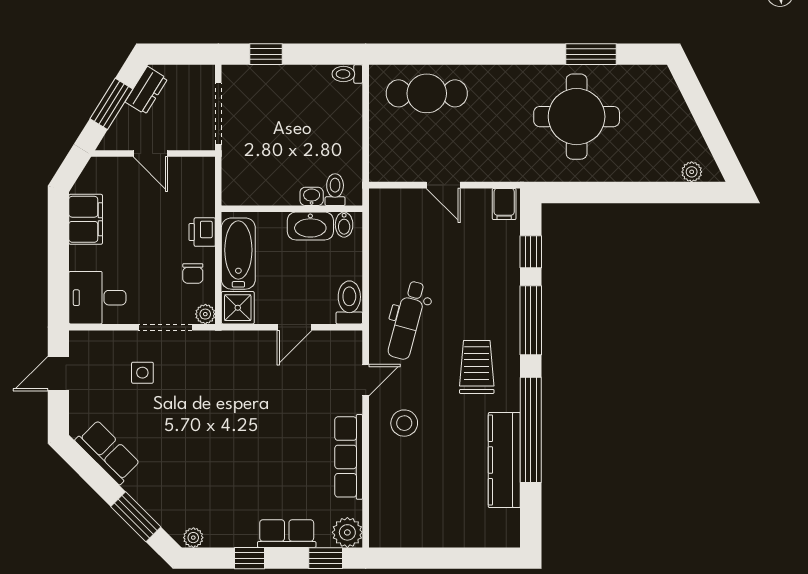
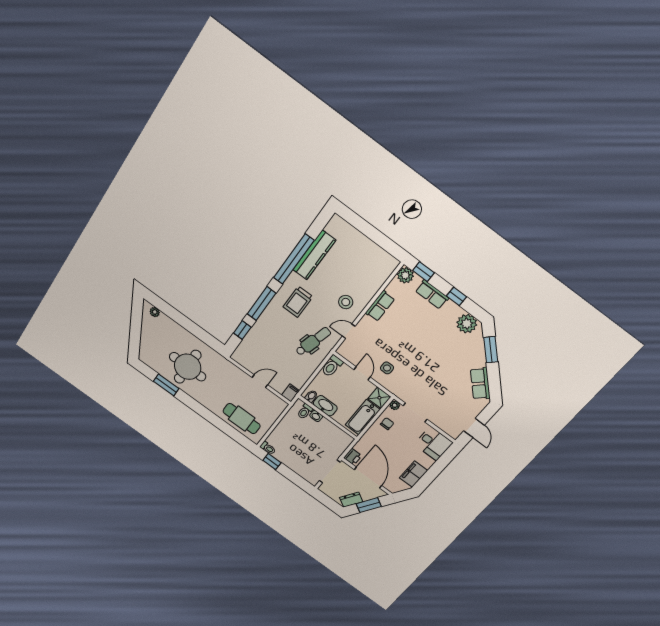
window: (266, 54) -> (272, 461), moved
door: (150, 154) -> (368, 478), width x1.88
door: (443, 185) -> (260, 381), hinge flipped
filing cabinet: (504, 204) -> (291, 393), moved
printer: (202, 232) -> (353, 457), moved
door: (294, 327) -> (362, 373), hinge flipped
side table: (142, 373) -> (387, 368), moved
door: (58, 374) -> (474, 428), hinge flipped
row of seats: (349, 457) -> (380, 306), width x0.68
plant: (193, 538) -> (467, 324), width x1.87, depth x1.87

